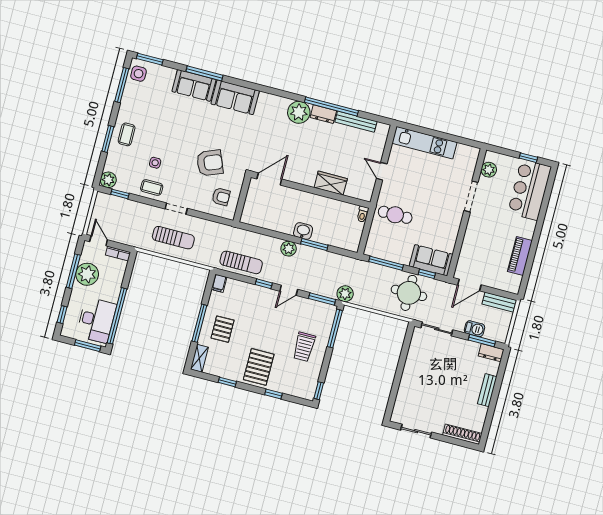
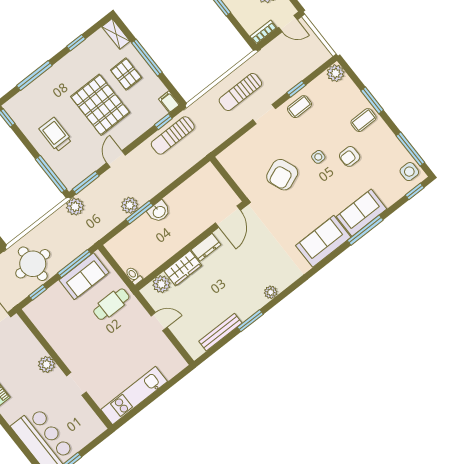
window: (150, 59) -> (415, 191), width x0.67
window: (331, 106) -> (250, 321), width x0.47
plant: (299, 112) -> (271, 292), width x0.53, depth x0.53
dresser: (323, 114) -> (206, 247), moved, turned 180
coffee table: (127, 134) -> (363, 120), turned 90
kitchen unit: (424, 143) -> (134, 396), moved
side table: (155, 163) -> (318, 157), moved
plant: (489, 170) -> (47, 365), moved
plant: (354, 190) -> (161, 284), added
window: (120, 194) -> (296, 89), moved
doorway: (471, 196) -> (76, 384), width x0.73
armchair: (221, 197) -> (350, 156), moved
plant: (289, 249) -> (130, 205), moved
sofa: (431, 260) -> (84, 276), moved
window: (264, 284) -> (163, 122), moved
pallet: (259, 367) -> (100, 105), moved, width x1.37, depth x1.41
window: (273, 394) -> (34, 76), width x2.17

